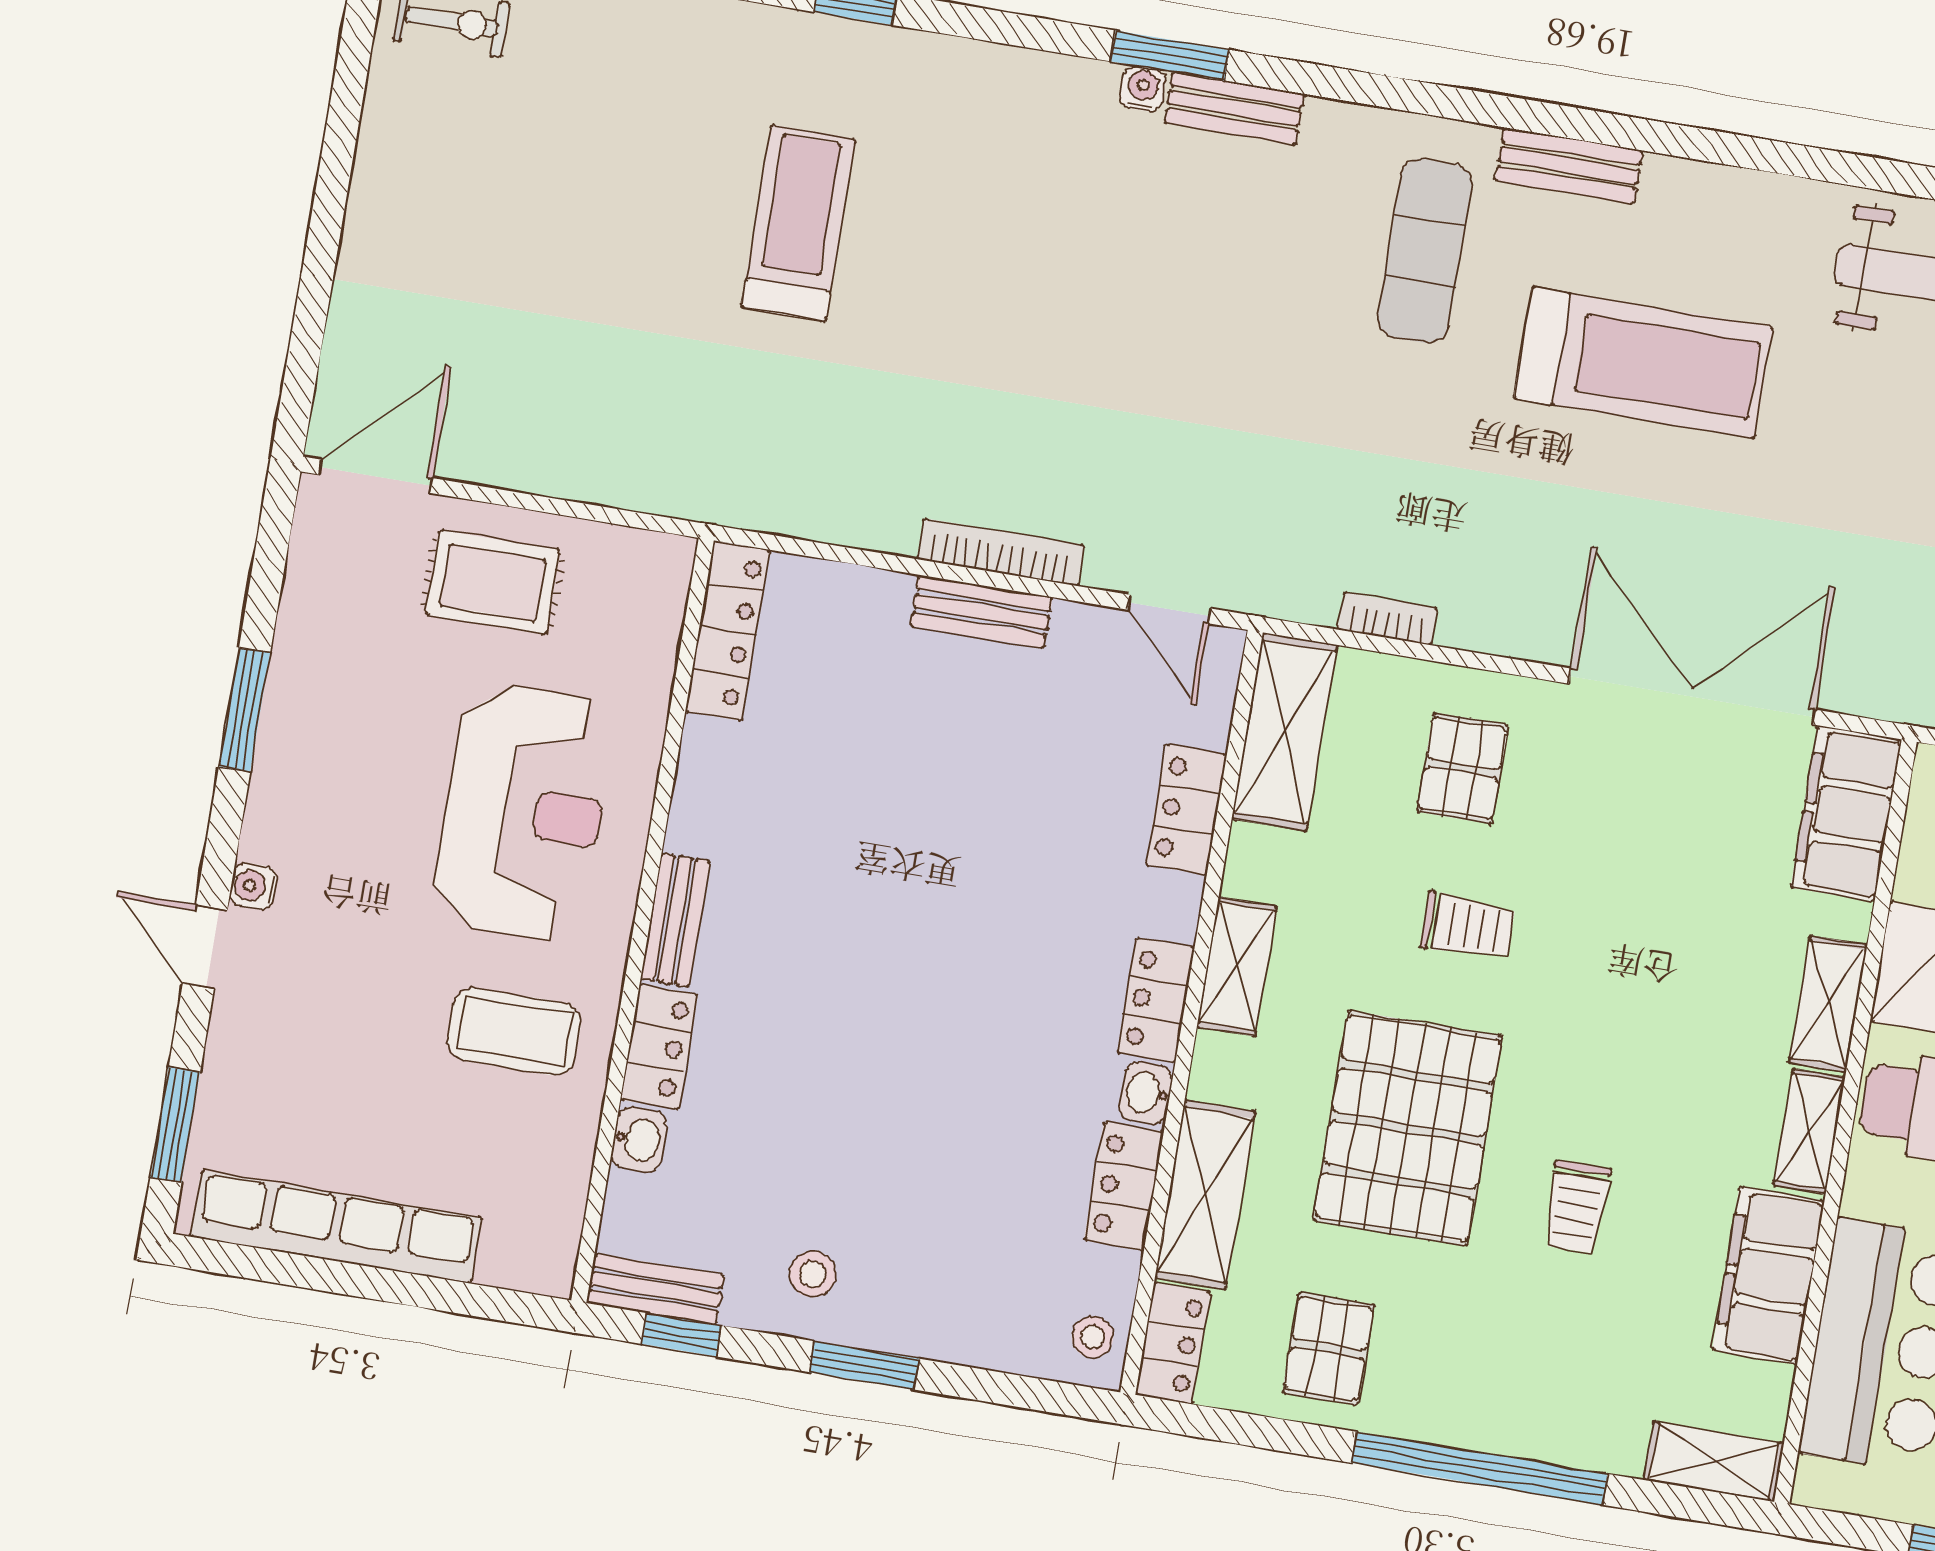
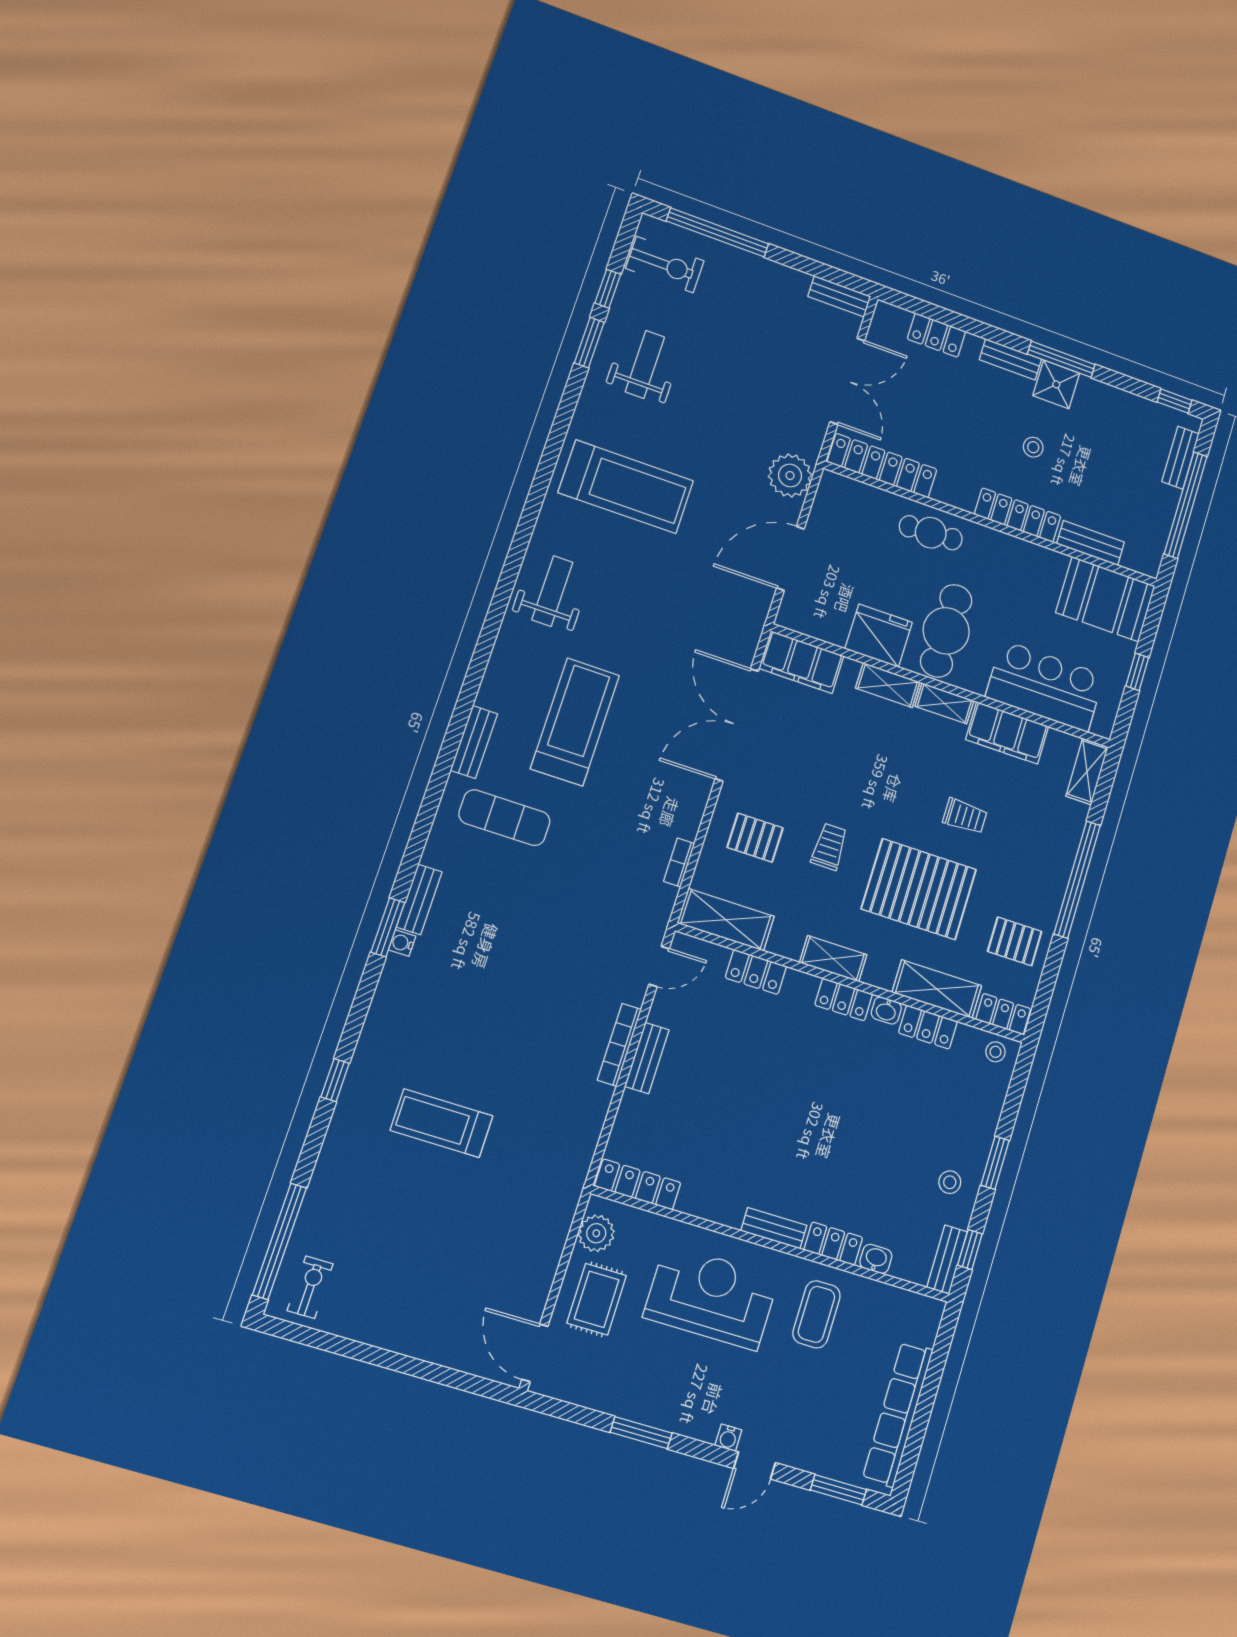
plant: (621, 562) -> (596, 1233), added

